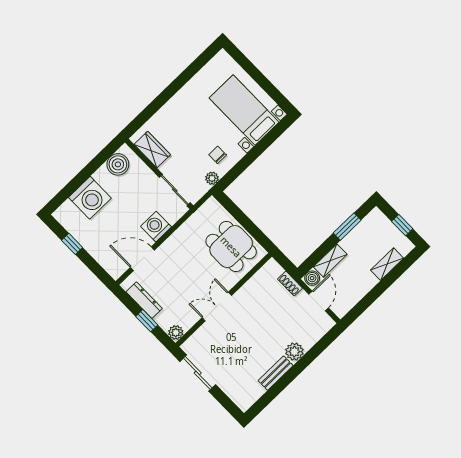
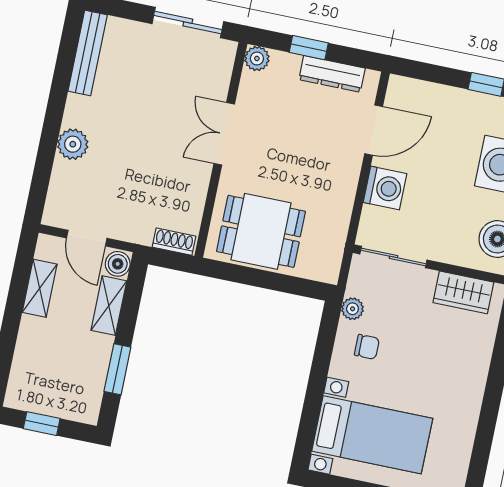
shelving: (387, 264) -> (40, 288), moved
shoe rack: (290, 284) -> (174, 242), moved
double door: (217, 307) -> (224, 134), swing flipped
bench: (276, 373) -> (88, 53), moved, width x1.36

